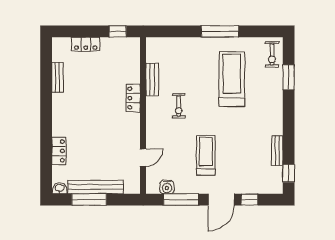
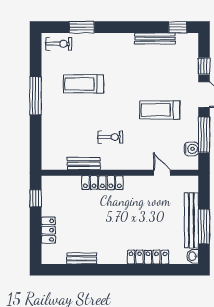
treadmill: (232, 79) -> (83, 84), width x0.73, depth x0.73
locker: (133, 98) -> (102, 183), width x1.53
locker: (59, 151) -> (148, 257), width x1.53
bench: (277, 151) -> (155, 39), width x1.36

